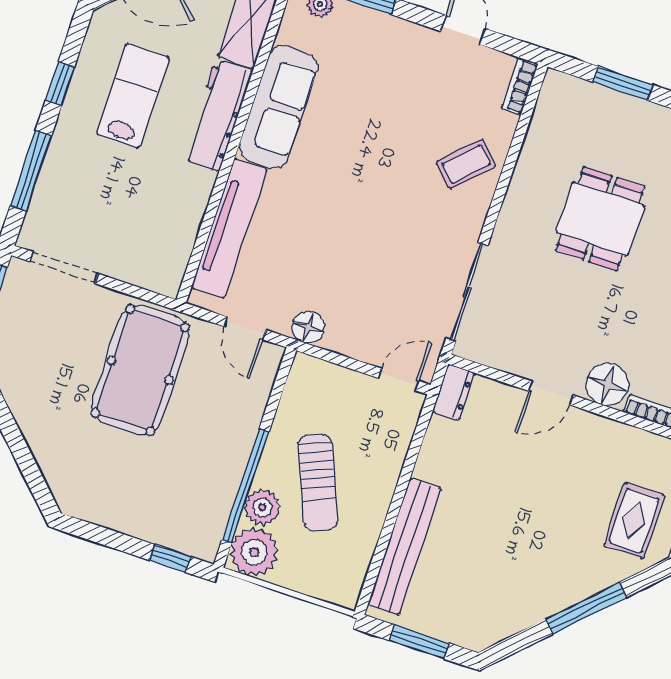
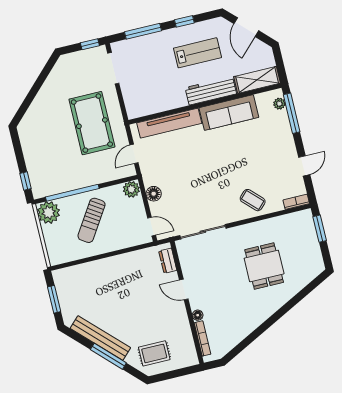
window: (623, 83) -> (320, 229), moved
dining table: (600, 219) -> (264, 266), turned 90
floor lamp: (308, 327) -> (154, 194), moved
pool table: (140, 370) -> (92, 123), turned 90
floor lamp: (608, 384) -> (198, 315), width x0.53, depth x0.53
dresser: (454, 392) -> (168, 261), moved, turned 90
sun lounger: (318, 483) -> (92, 220), turned -34
plant: (262, 507) -> (131, 189), moved
bench: (404, 547) -> (100, 338), moved, turned 45

